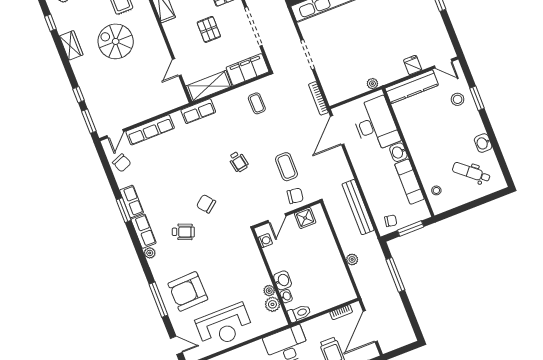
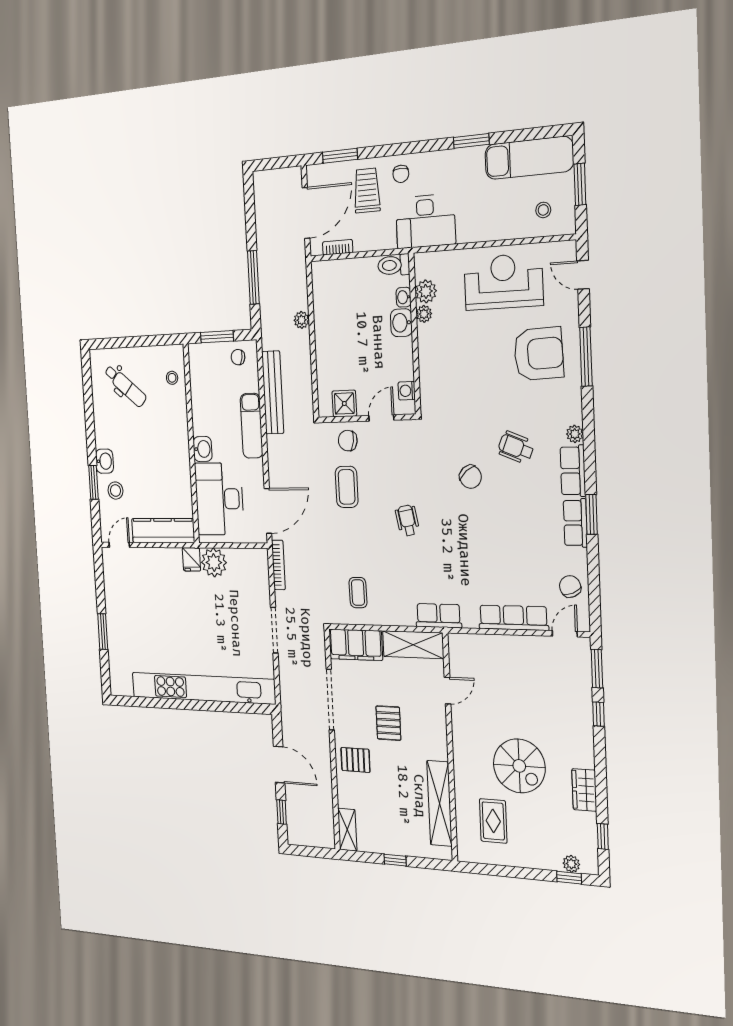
door: (443, 64) -> (119, 545), hinge flipped
fridge: (413, 65) -> (191, 559), moved
plant: (372, 84) -> (214, 562), width x1.88, depth x1.88
washbasin: (483, 143) -> (104, 461), moved
exam couch: (409, 182) -> (252, 426), moved, turned 180

